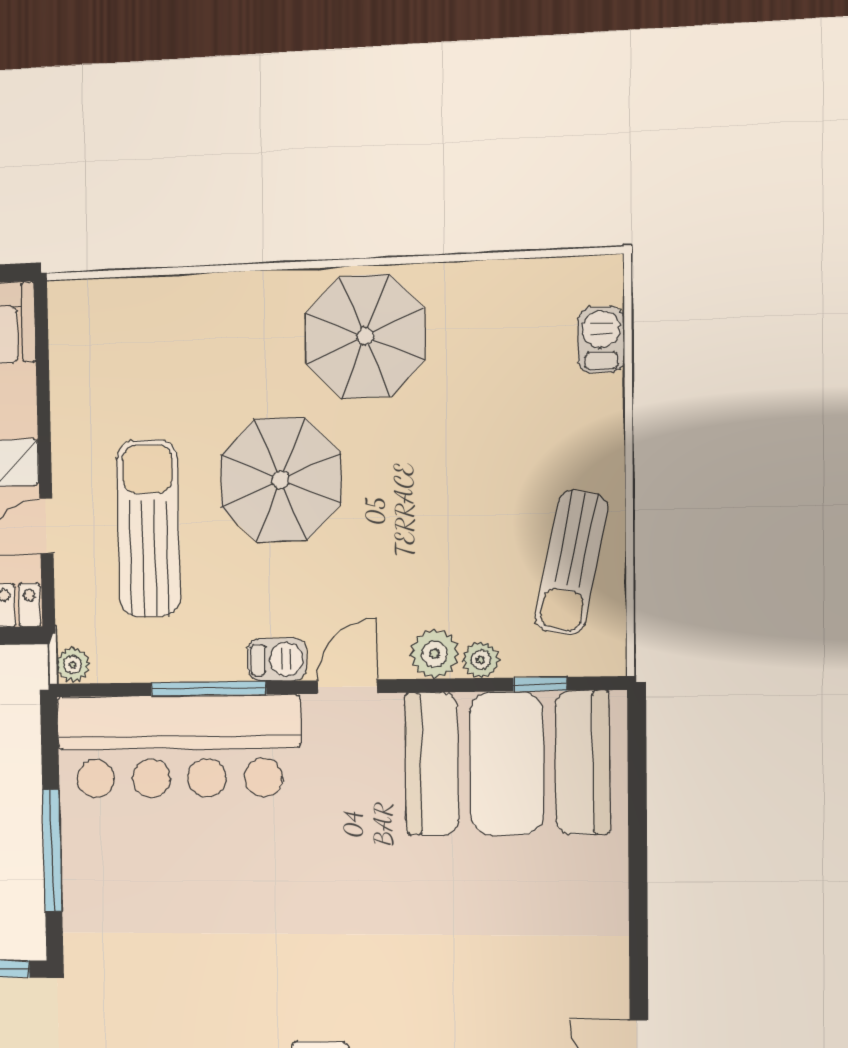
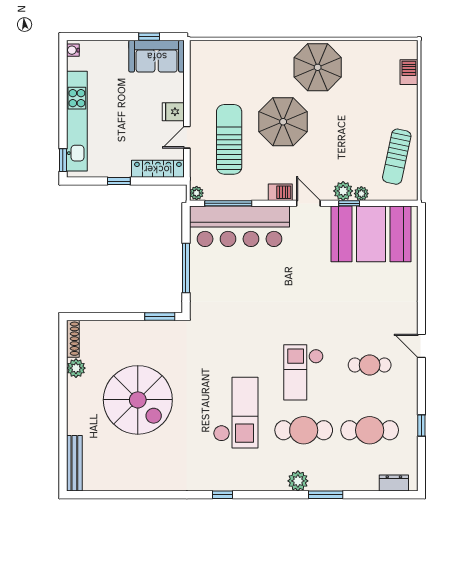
window: (540, 684) -> (349, 203), moved
door: (347, 687) -> (308, 203), hinge flipped
window: (208, 688) -> (228, 203), moved

